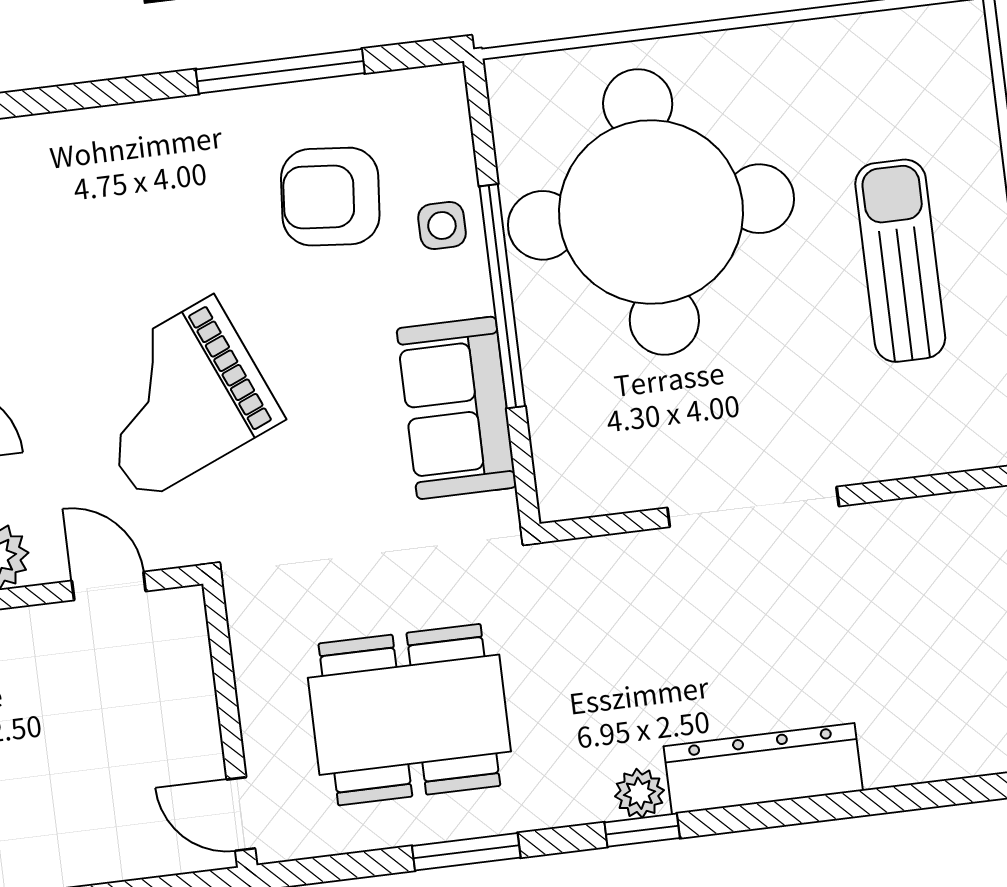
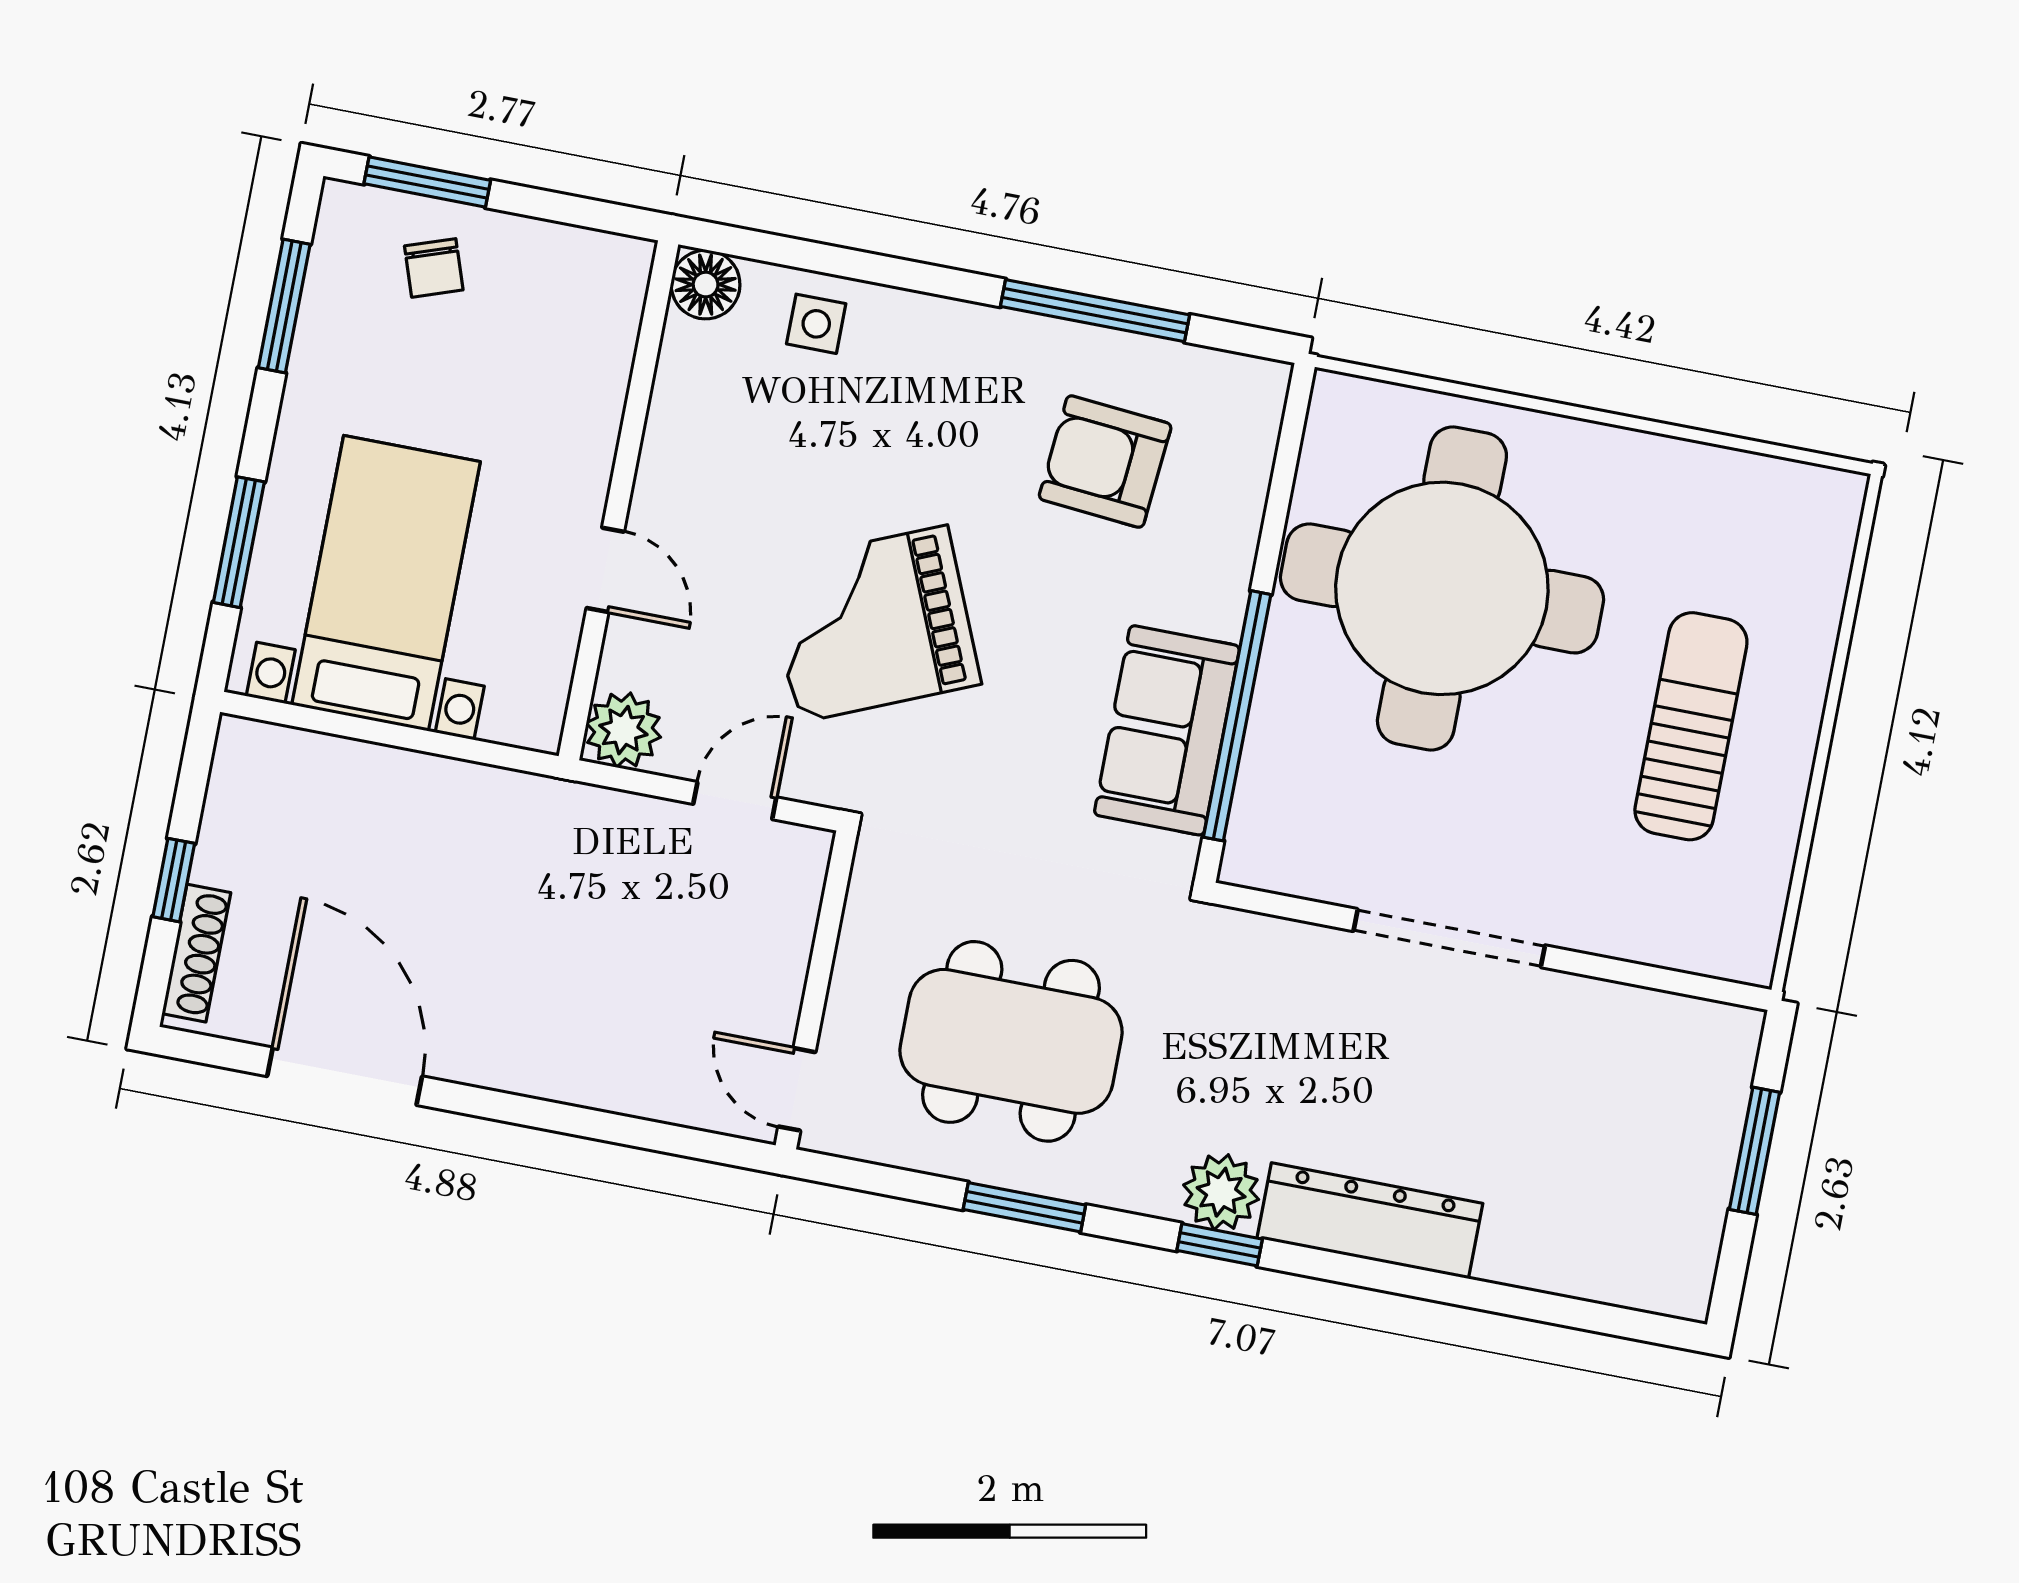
side table: (442, 226) -> (816, 324), moved
window: (502, 296) -> (1237, 716), moved
door: (109, 586) -> (735, 801), hinge flipped
plant: (639, 793) -> (1221, 1192), width x1.38, depth x1.38

